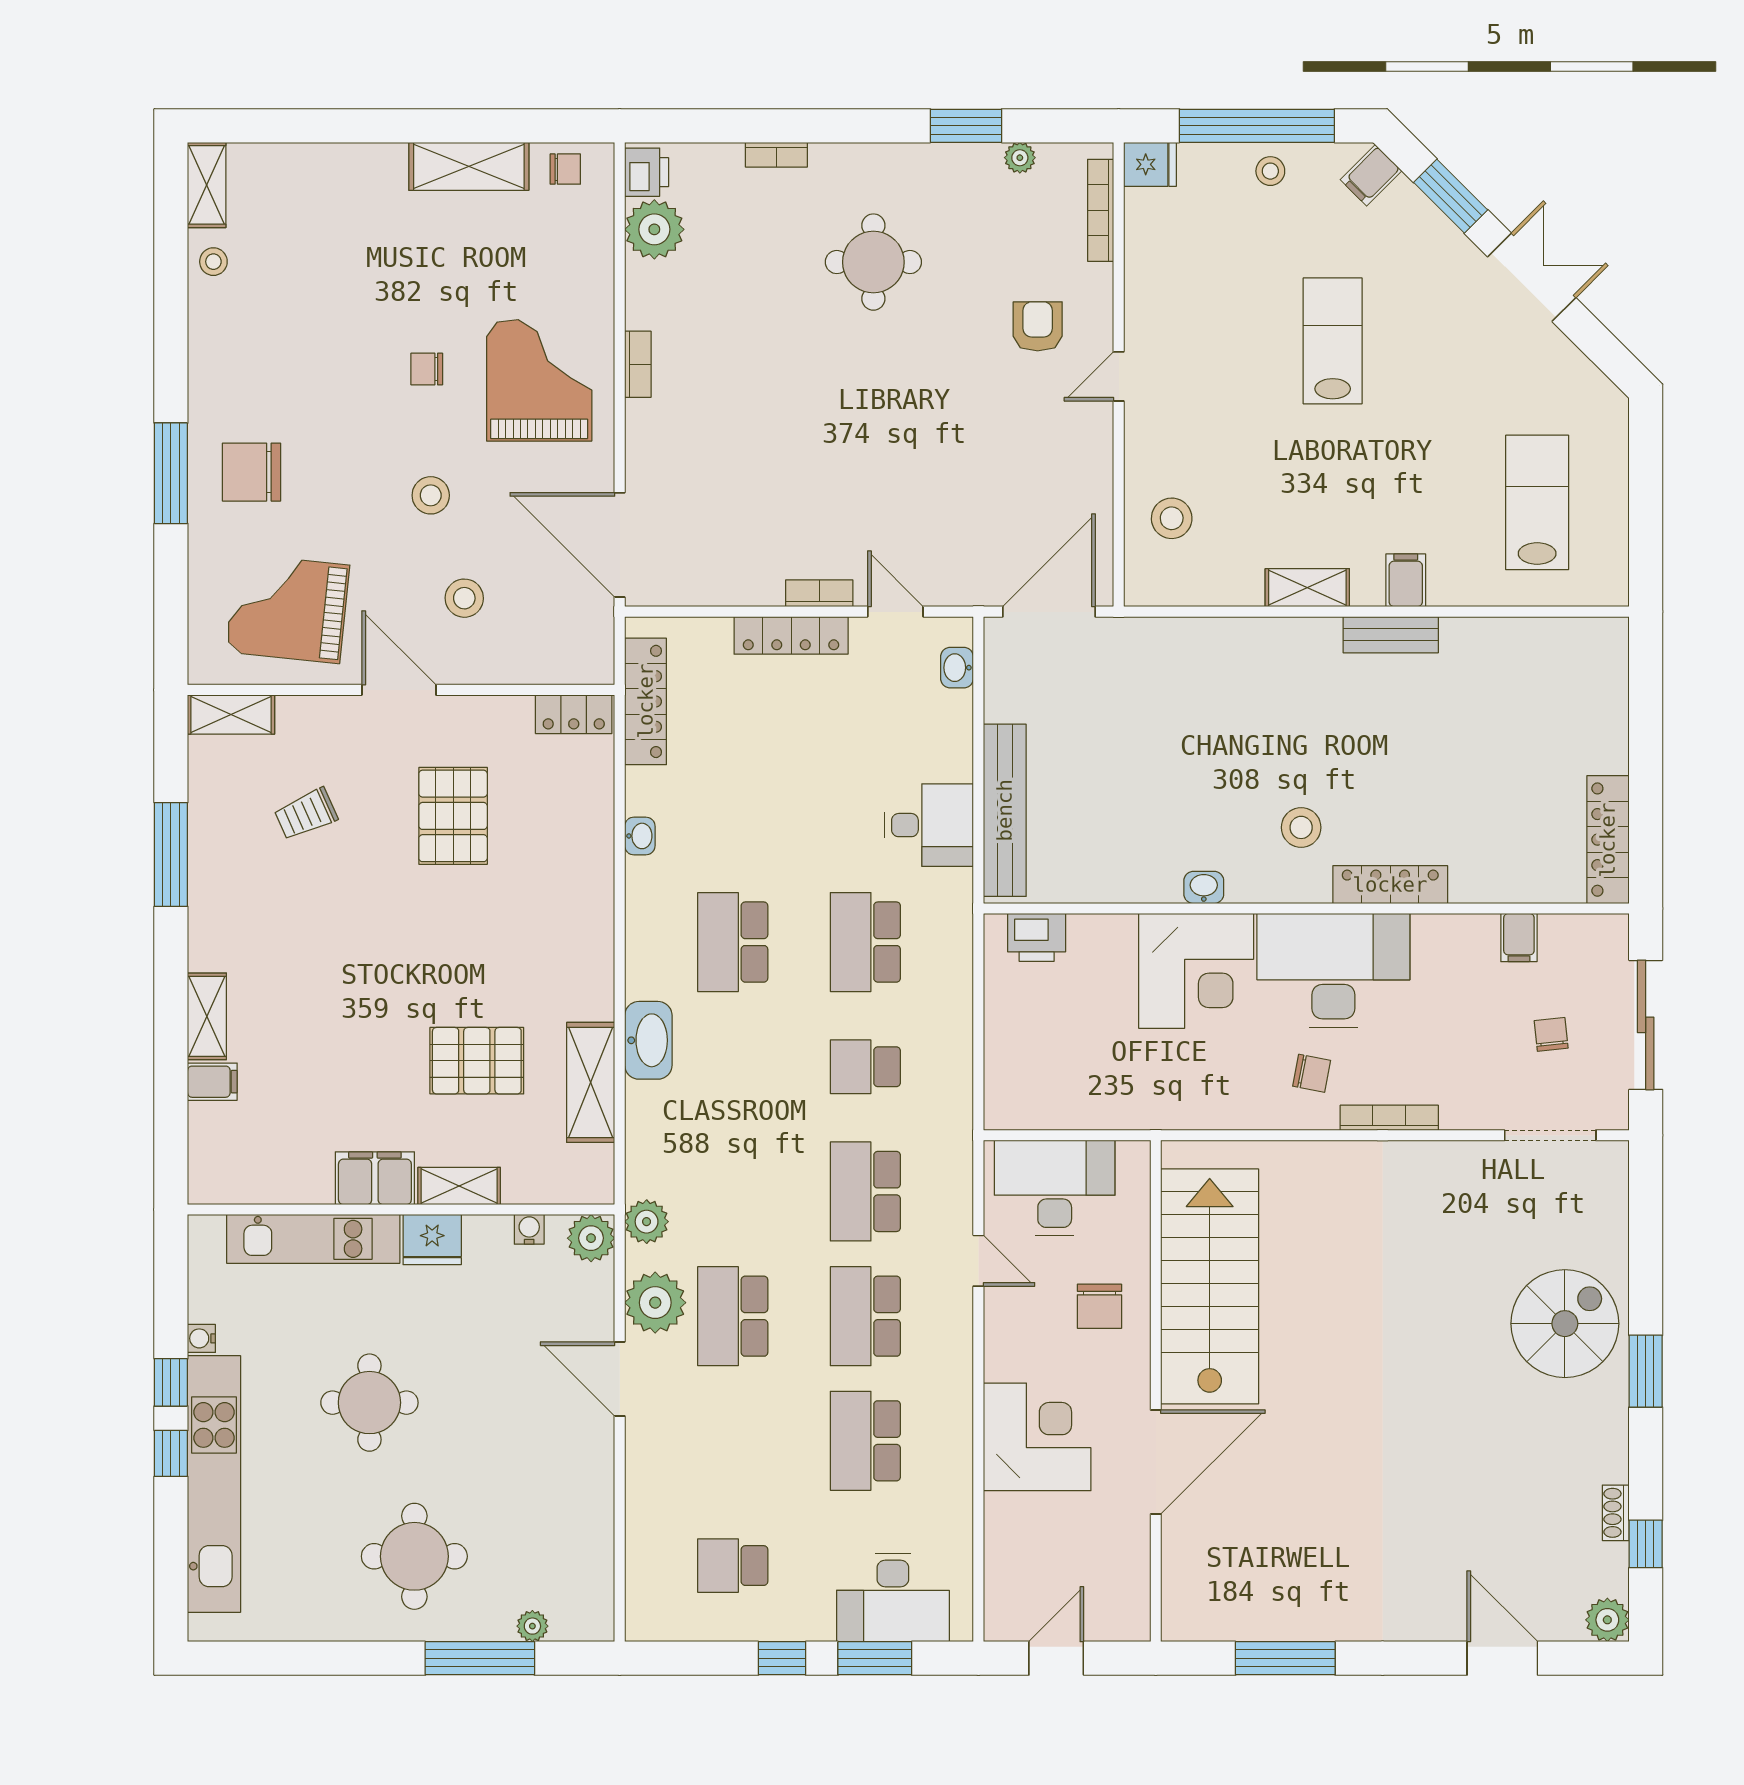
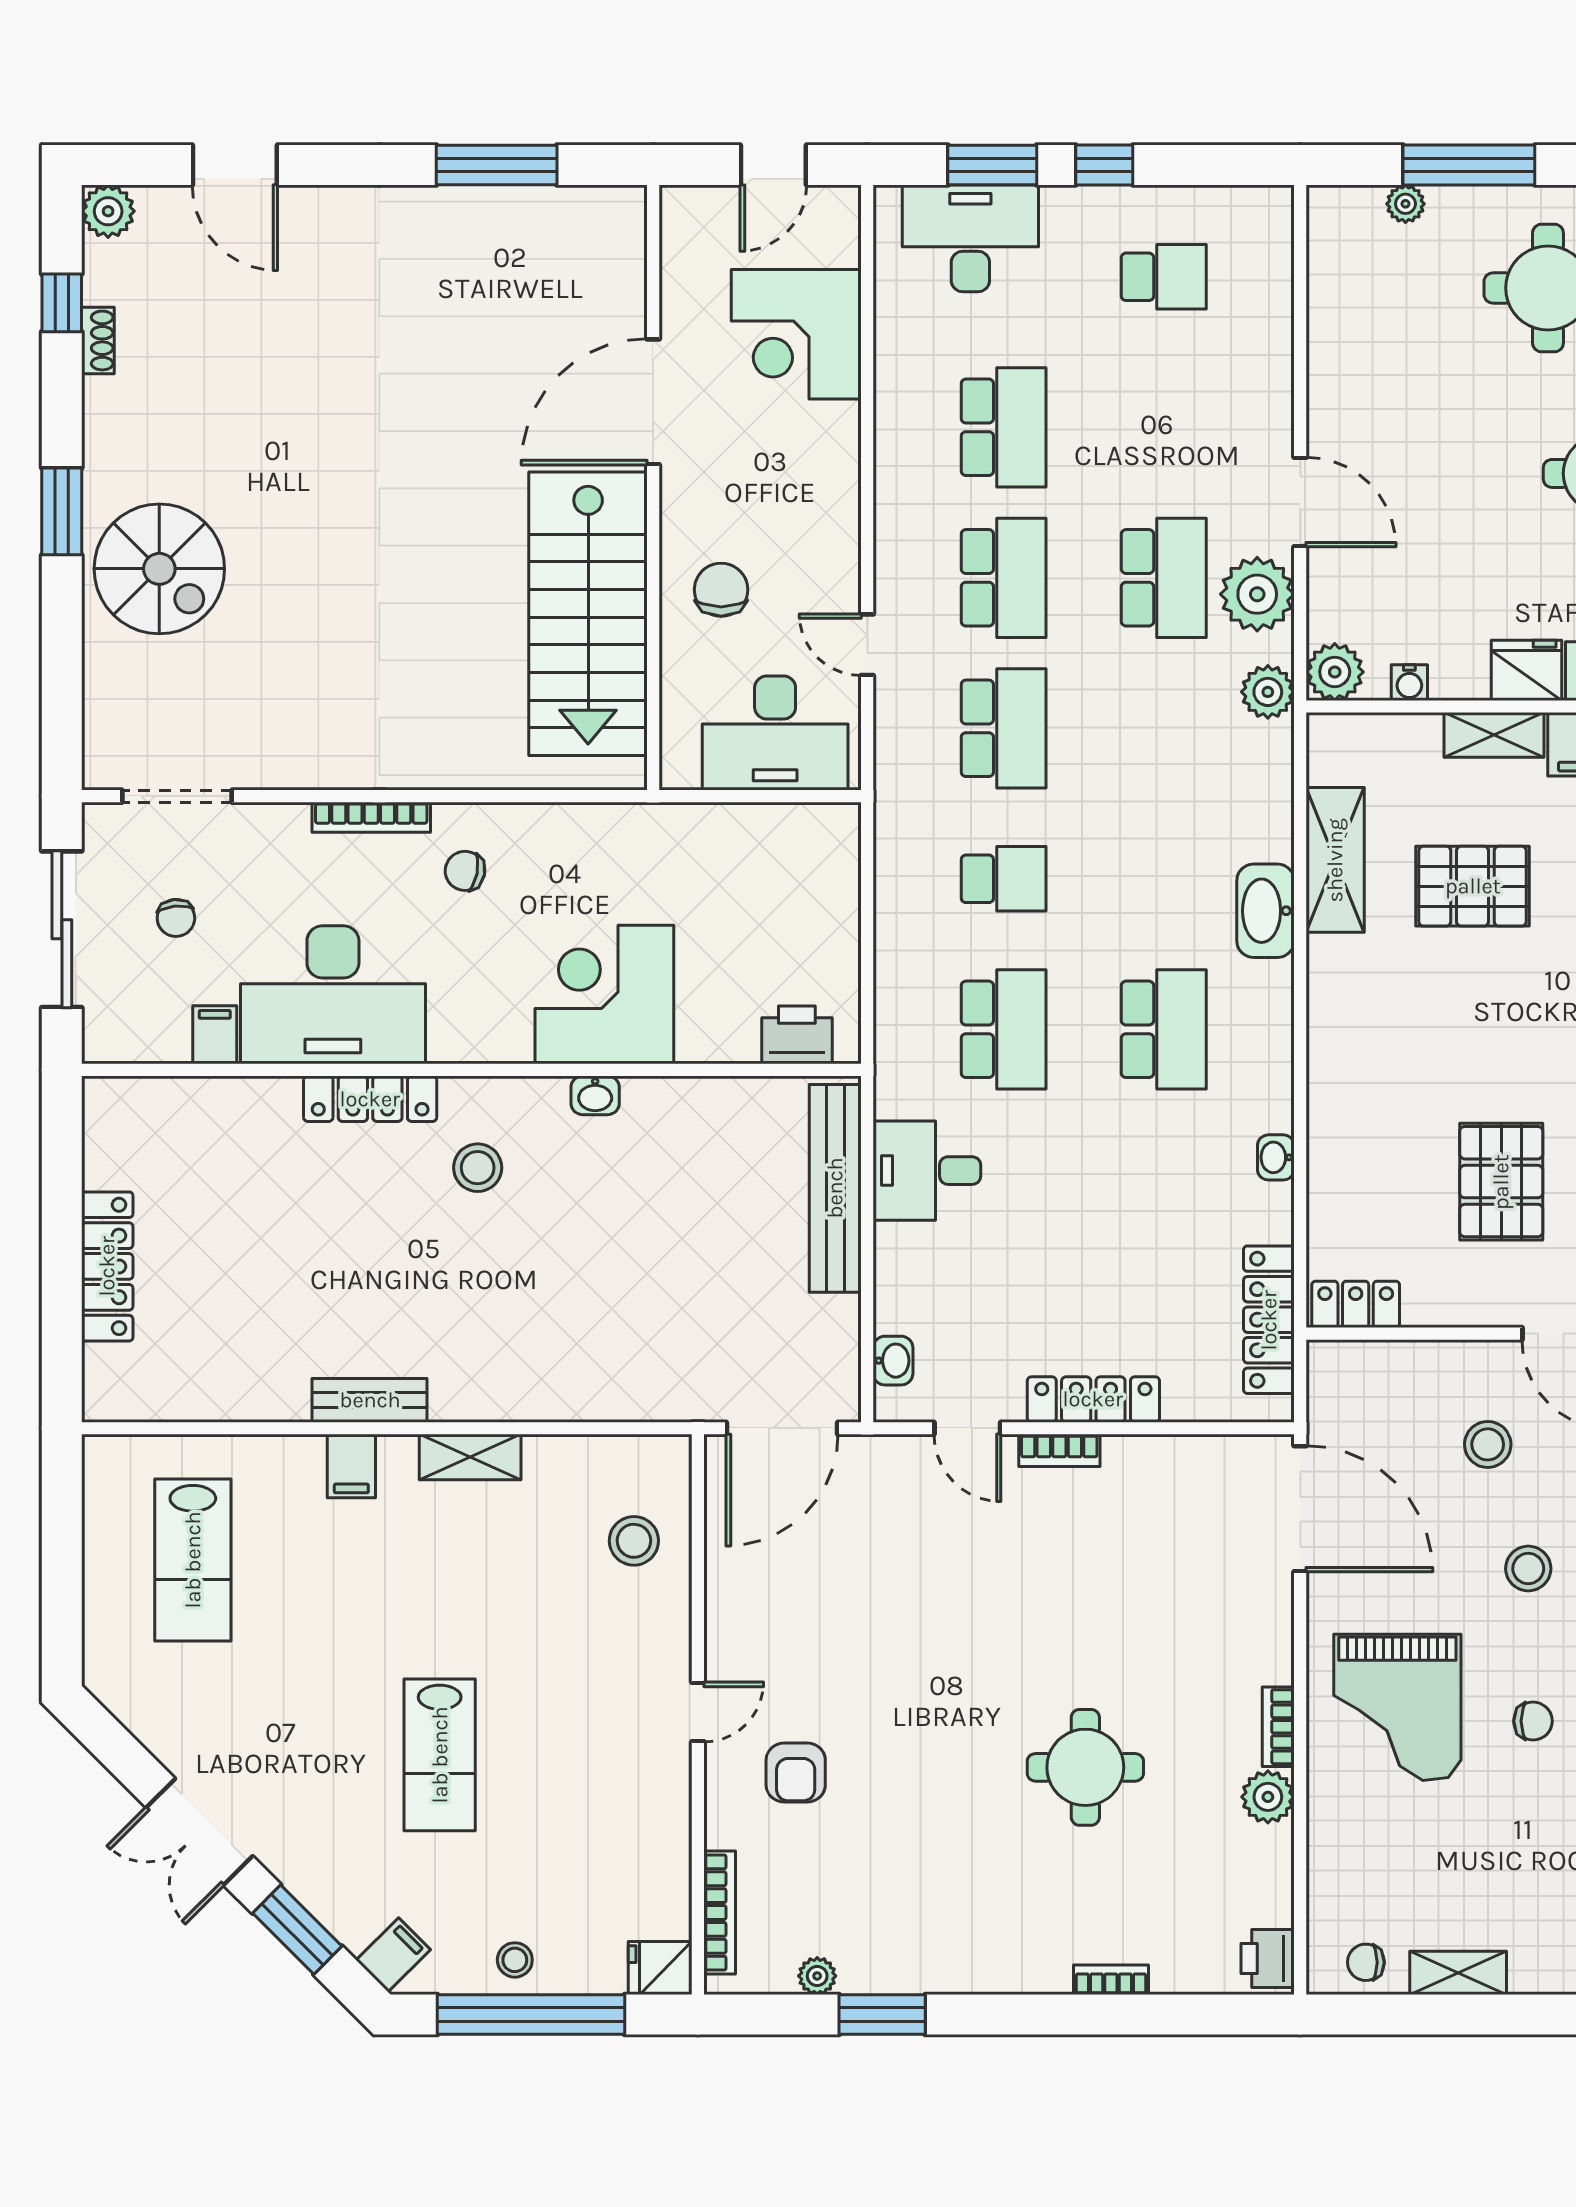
shelving: (469, 166) -> (1458, 1973), width x0.67, depth x0.75
plant: (654, 229) -> (1268, 1797), moved, width x0.73, depth x0.73
round table: (873, 262) -> (1085, 1767), moved
locker: (1608, 840) -> (107, 1266), moved
desk: (1333, 971) -> (333, 995), moved
spiral stairs: (1565, 1324) -> (159, 569), turned -90
corner desk: (1037, 1437) -> (796, 334), moved

